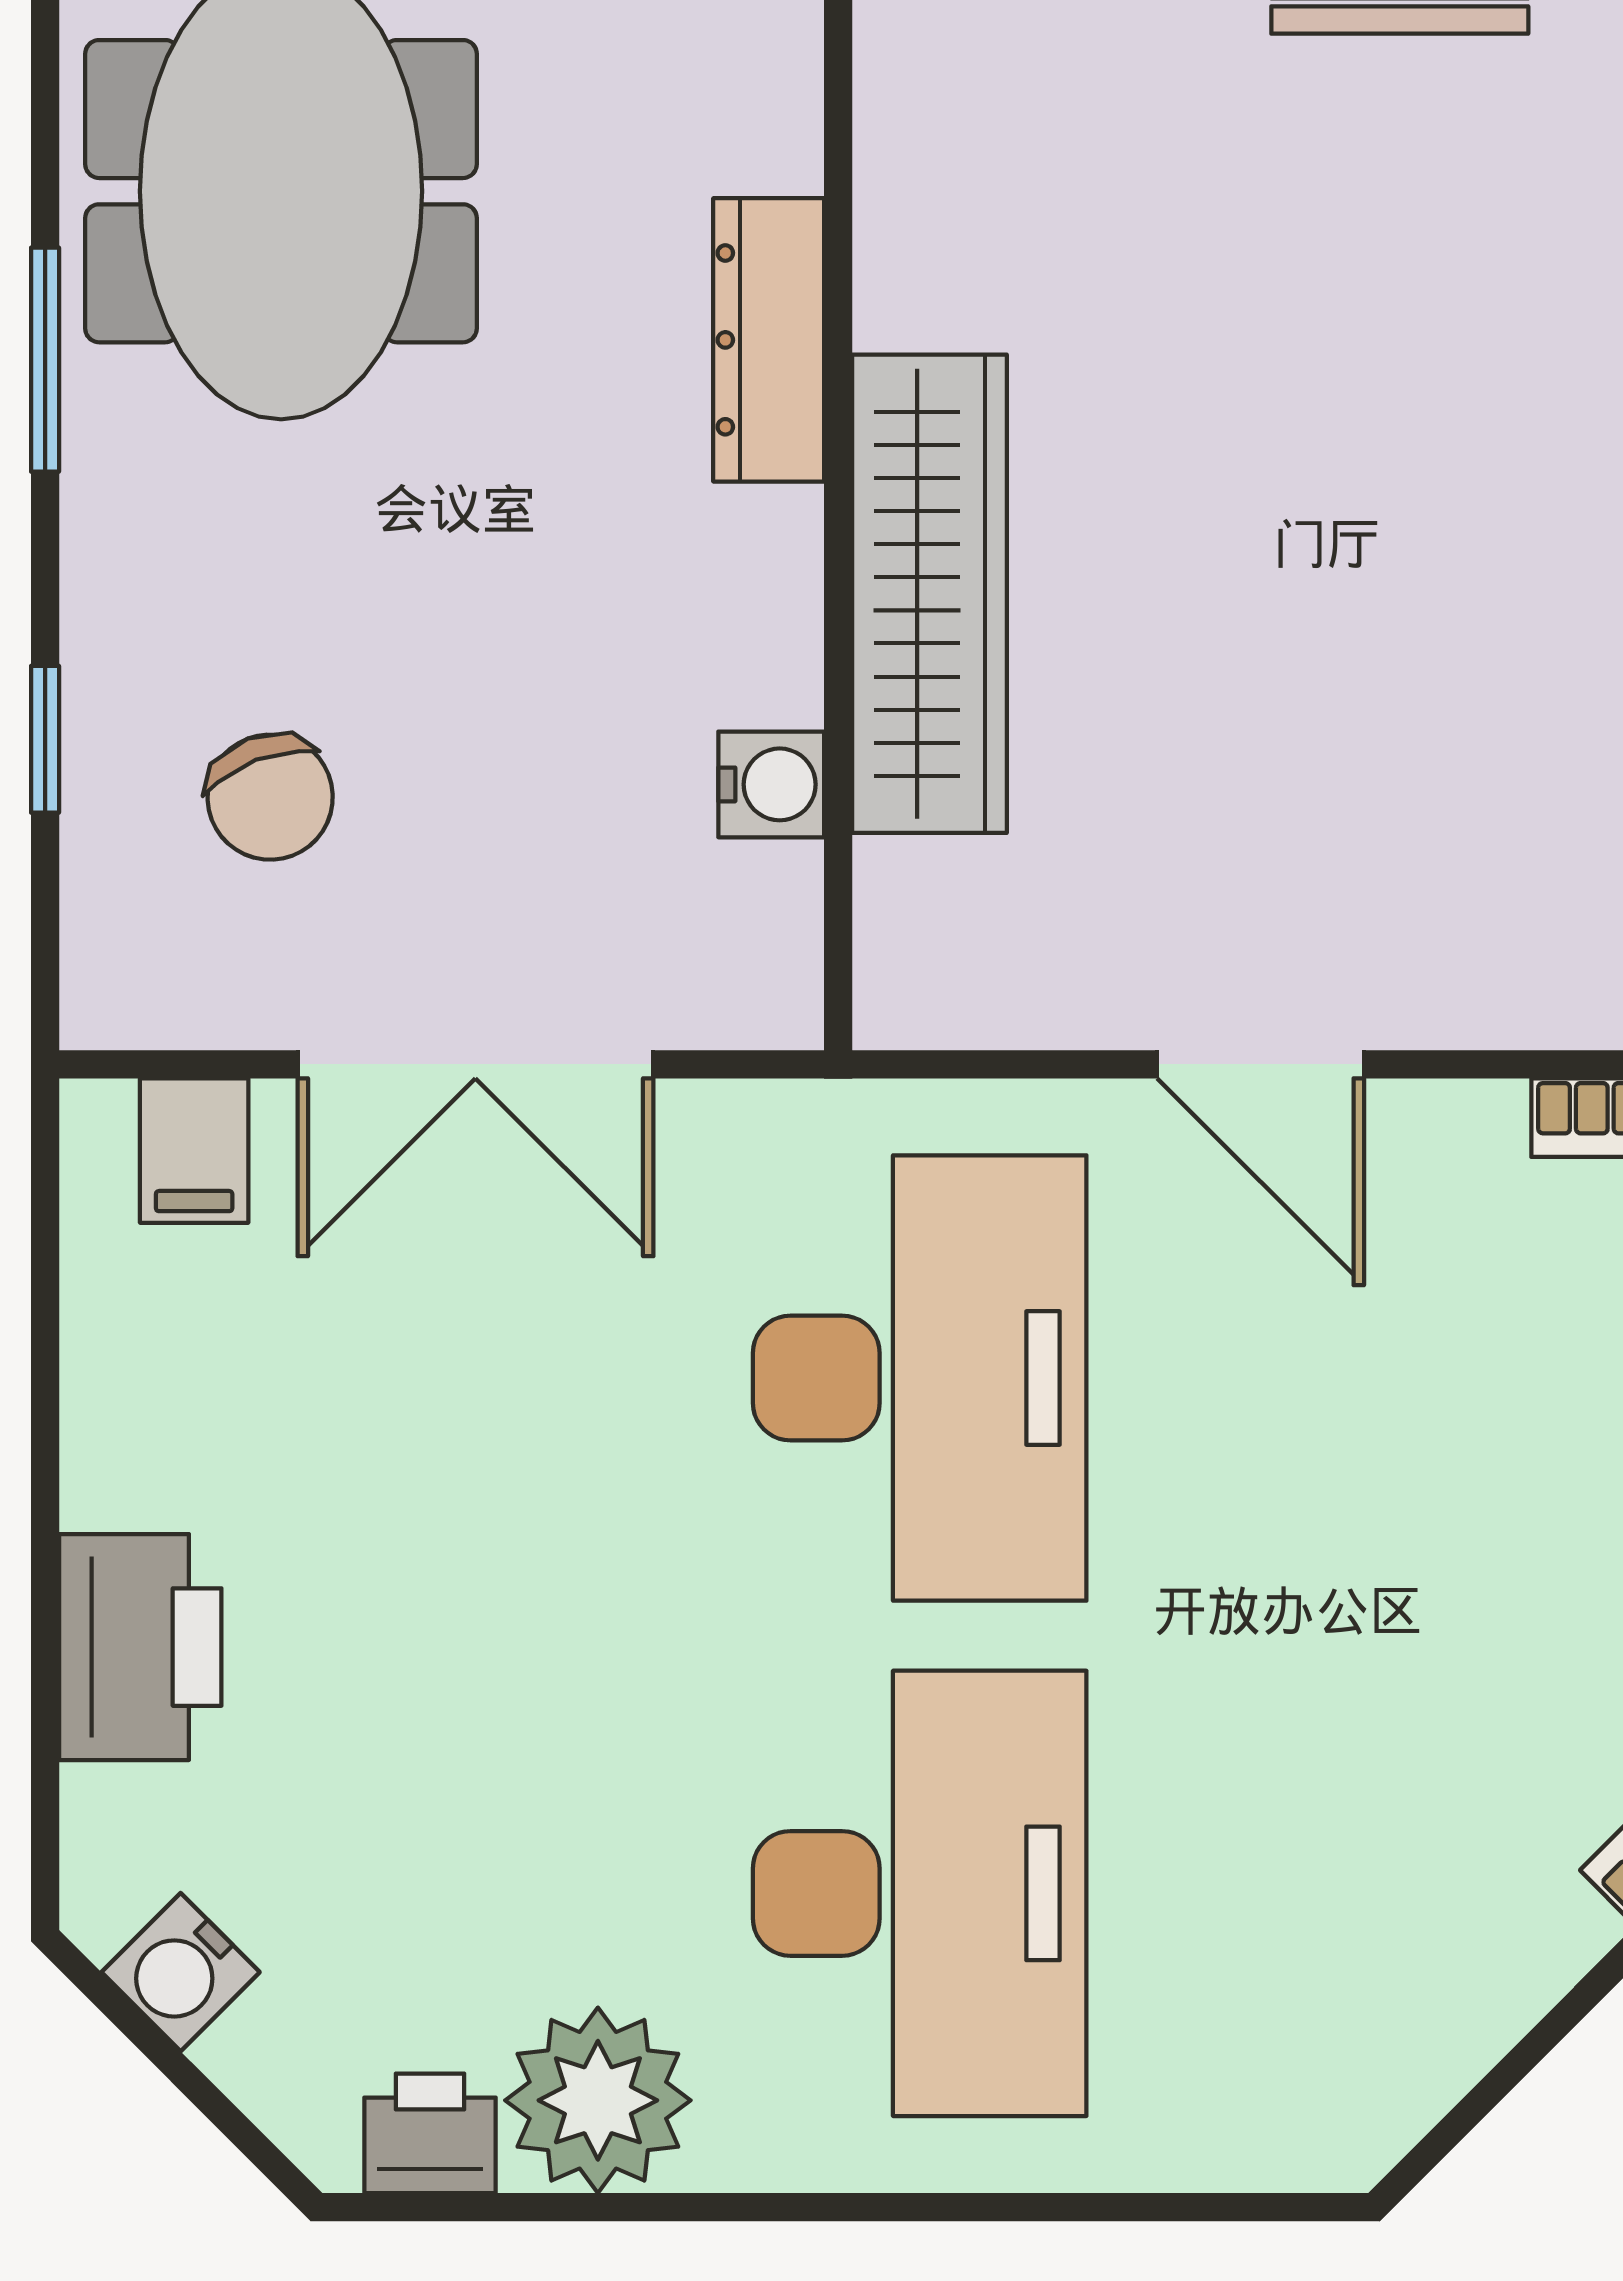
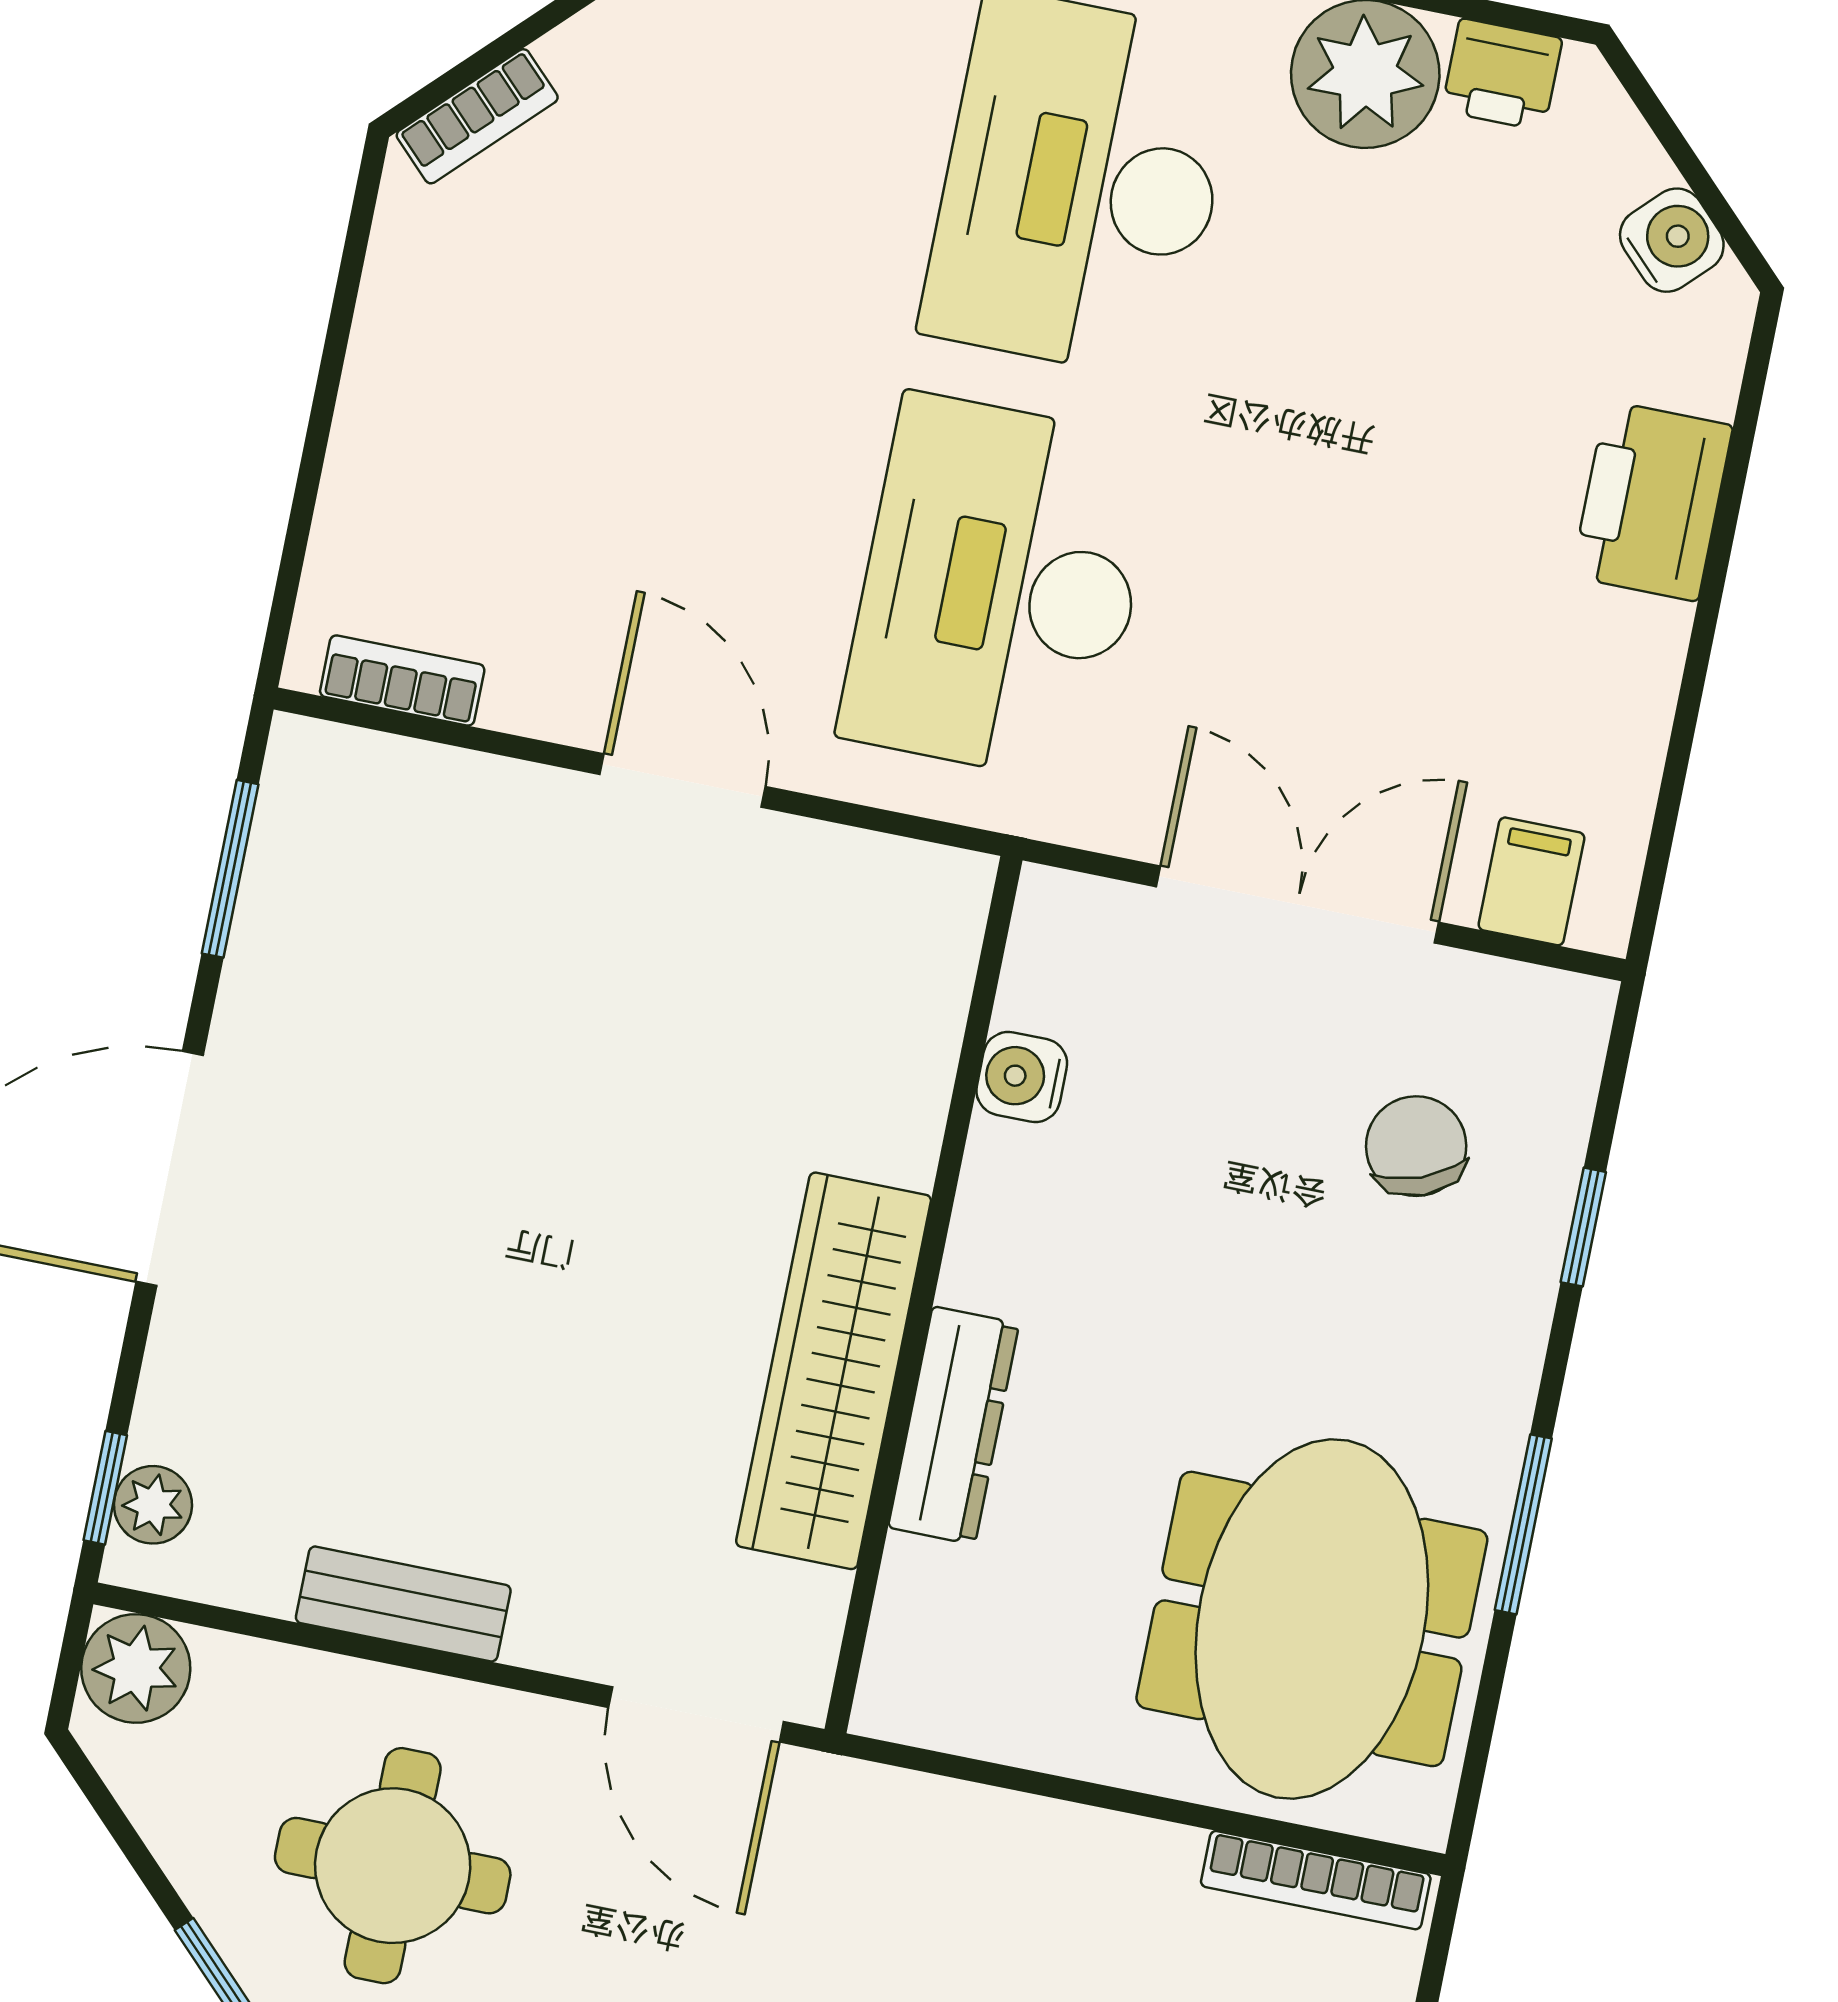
wardrobe: (929, 594) -> (834, 1371), moved

